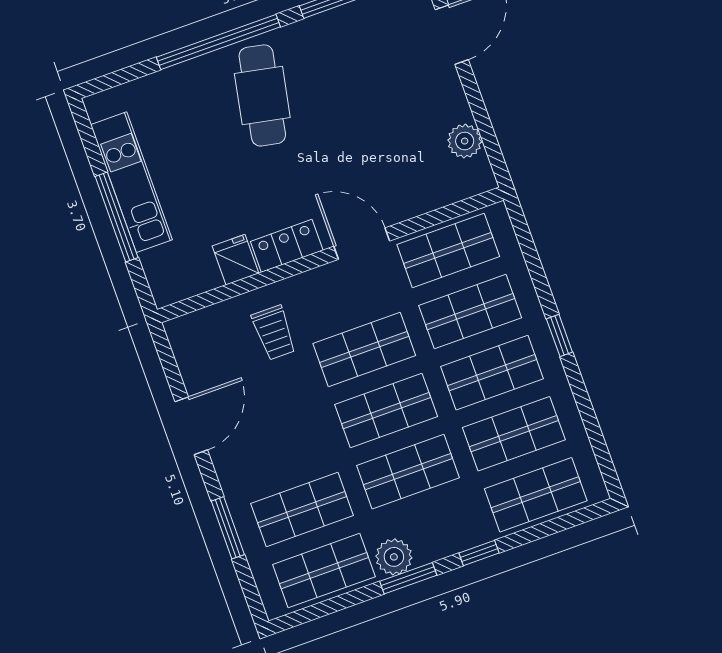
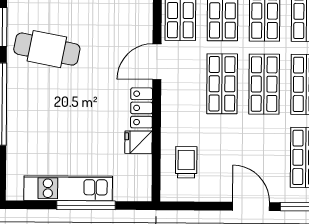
cafe table: (262, 95) -> (47, 49), moved
trolley: (274, 333) -> (186, 162), moved, turned -90
door: (191, 426) -> (251, 206), moved

